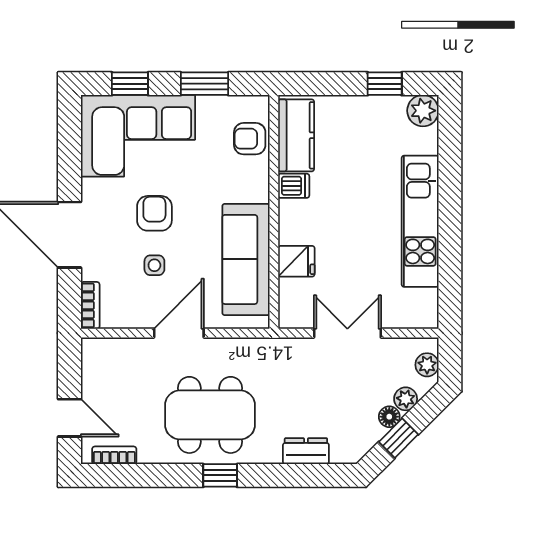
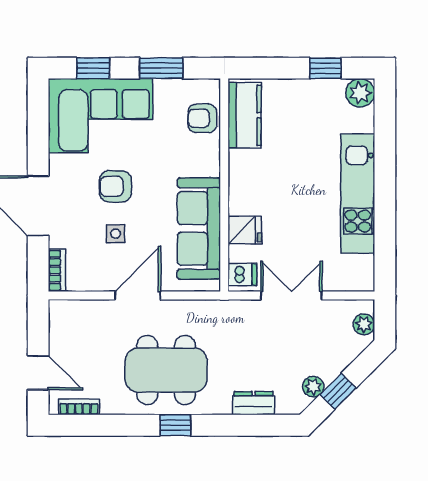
dishwasher: (294, 186) -> (242, 275), moved
armchair: (154, 213) -> (115, 186), turned -90
plant: (406, 399) -> (313, 387), moved
floor lamp: (389, 417) -> (330, 372), removed

